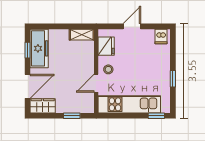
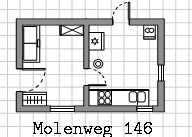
window: (28, 50) -> (20, 45), removed
door: (96, 83) -> (86, 77), swing flipped
window: (72, 116) -> (62, 109), width x1.50

